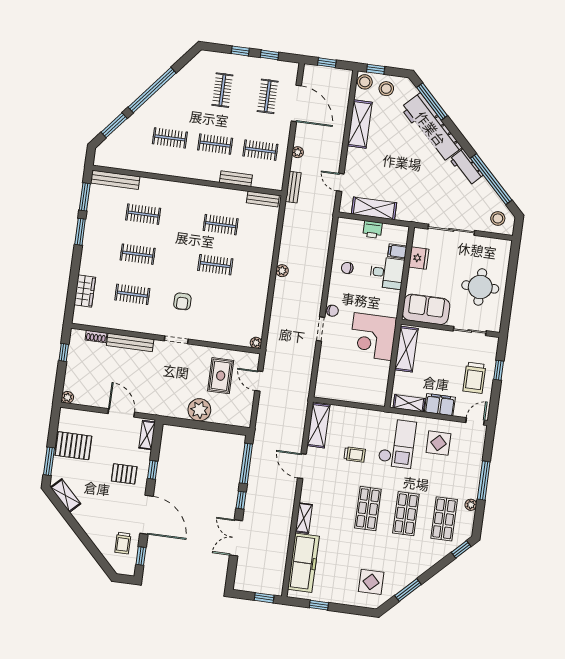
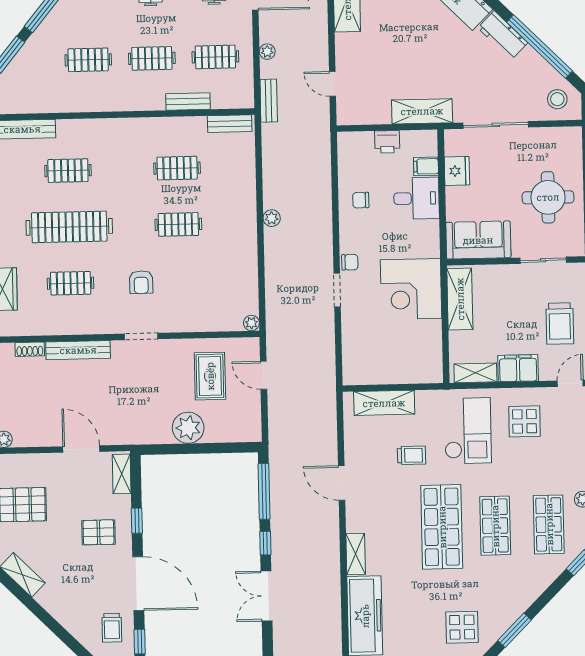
shelving: (374, 208) -> (422, 111), moved
clothes rail: (138, 254) -> (69, 227), width x1.86, depth x1.31
shelving: (318, 425) -> (384, 403), moved, turned 90
shop shelf: (368, 509) -> (442, 527), width x1.43, depth x1.36

